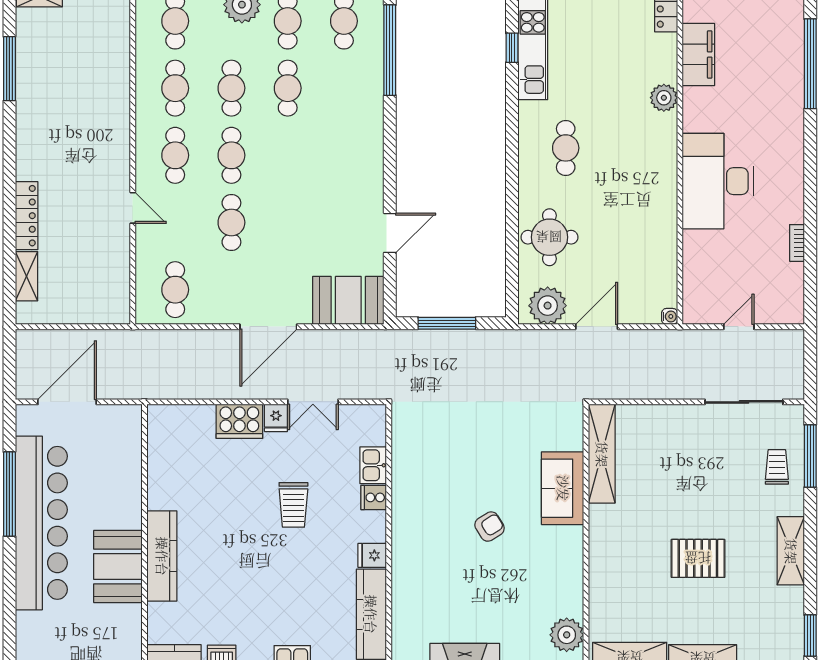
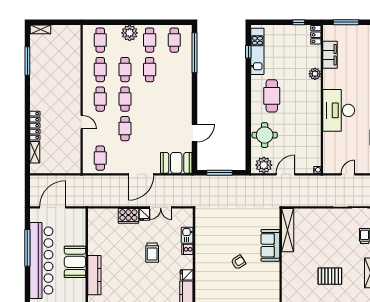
cafe table: (566, 148) -> (272, 96), width x1.37, depth x1.35
booth: (118, 567) -> (75, 262), moved

